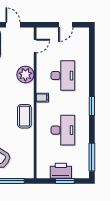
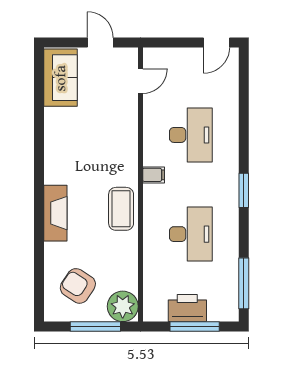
door: (66, 25) -> (217, 42), moved
plant: (25, 75) -> (123, 306), moved
window: (65, 181) -> (195, 327), width x1.44

